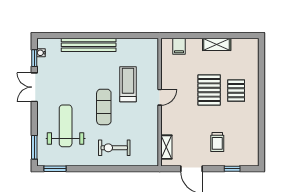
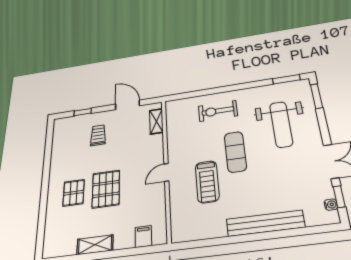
exercise bike: (114, 148) -> (218, 111), turned 180

